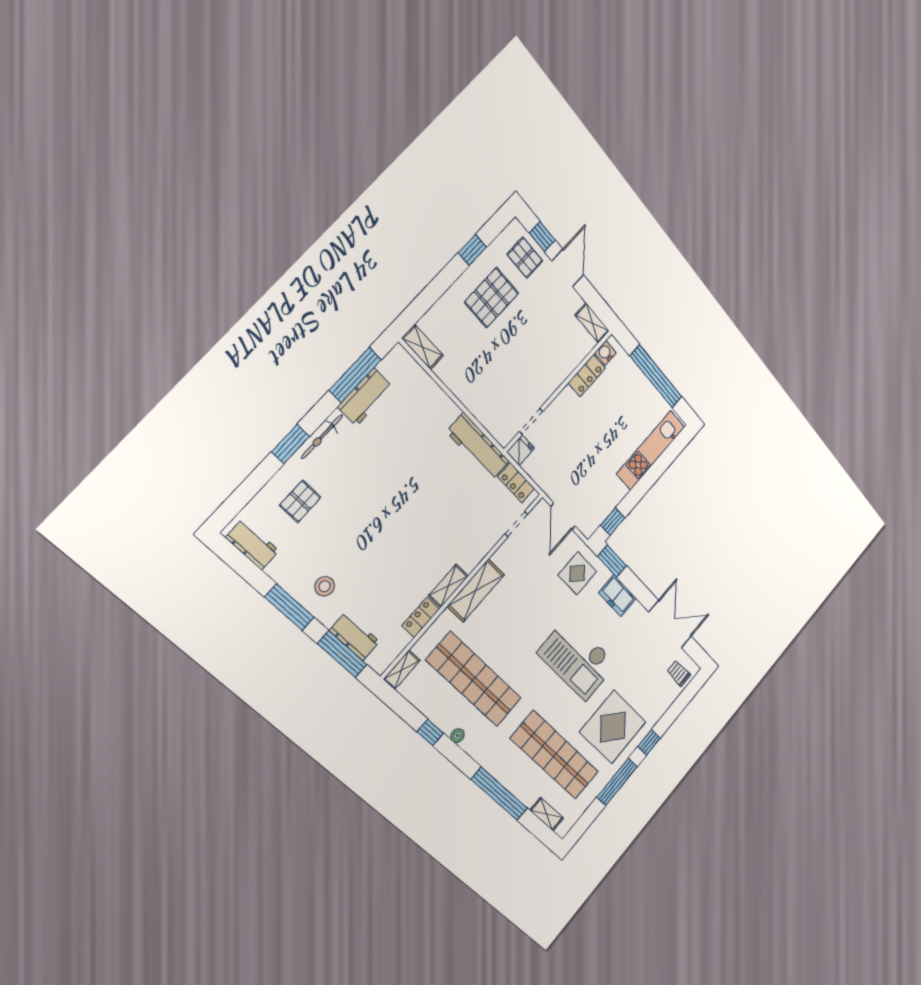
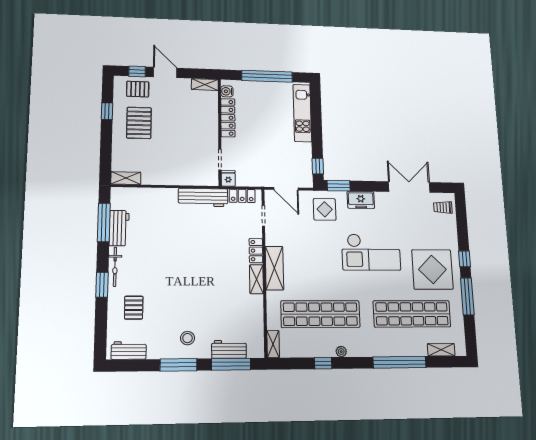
locker: (587, 376) -> (228, 118), width x1.53
locker: (421, 617) -> (256, 251), moved

